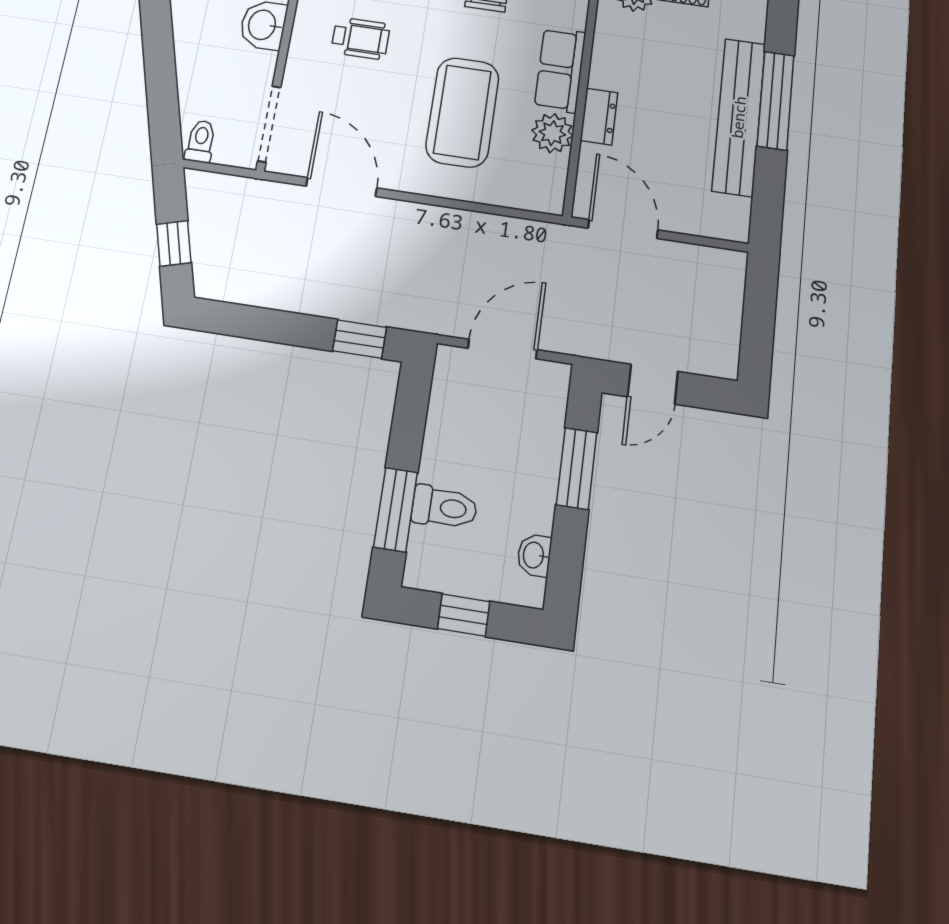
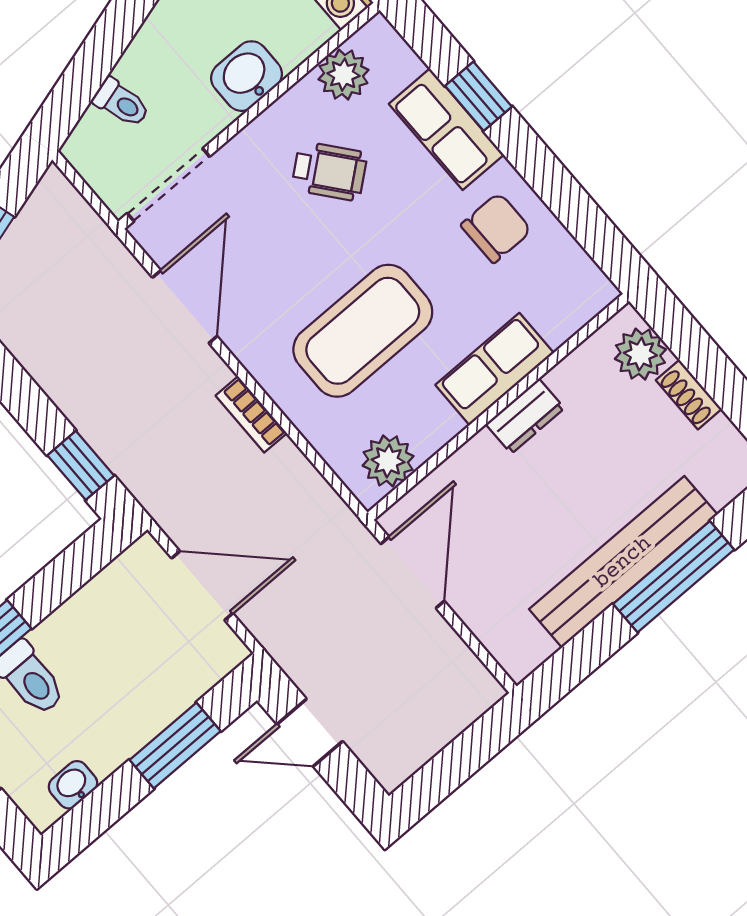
wheelchair: (360, 38) -> (329, 171), turned -39
dresser: (599, 117) -> (525, 416), moved
plant: (552, 133) -> (388, 461), moved
toilet: (201, 141) -> (121, 103), moved, turned 74
bookcase: (439, 217) -> (251, 414), added

